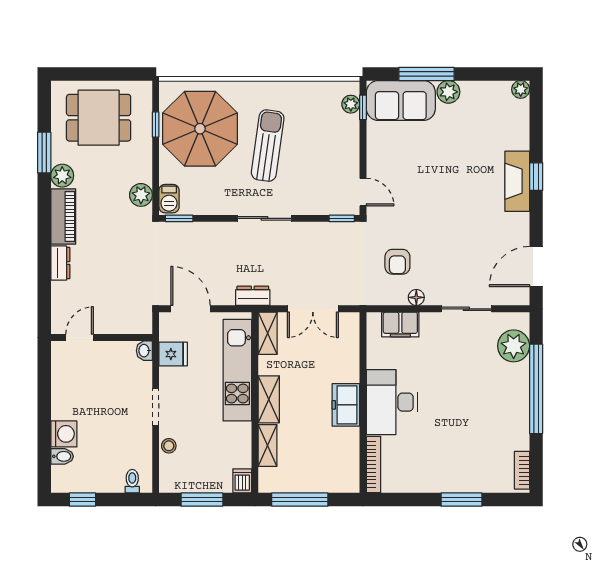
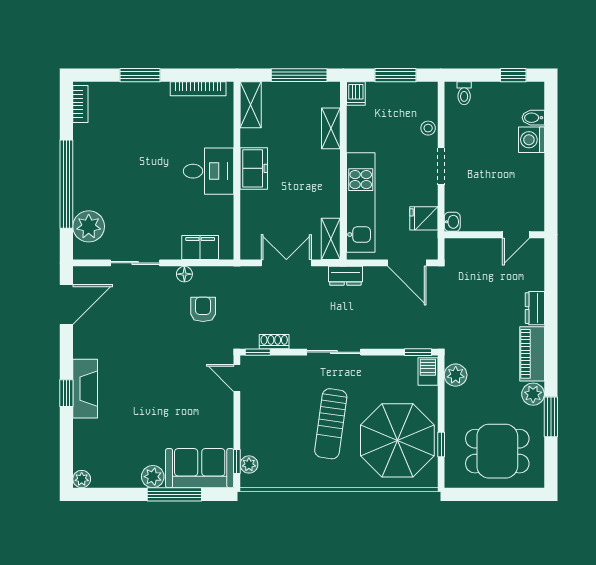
shoe rack: (325, 229) -> (274, 342), added
shelving: (269, 399) -> (251, 105), moved
desk: (392, 402) -> (209, 171), width x0.73
bookcase: (373, 465) -> (198, 89), moved, turned -90

